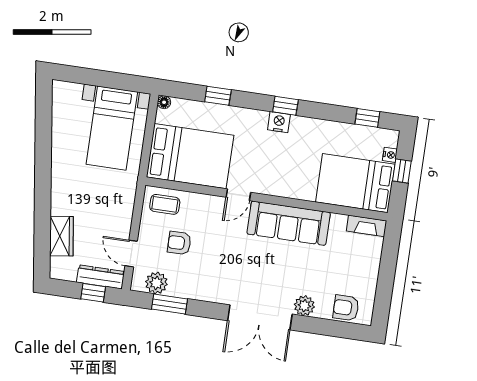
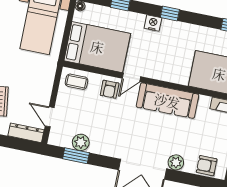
nightstand: (279, 122) -> (153, 23), moved
armchair: (179, 243) -> (110, 89), moved, turned -90
plant: (156, 283) -> (81, 142), moved
window: (93, 293) -> (20, 144), removed

